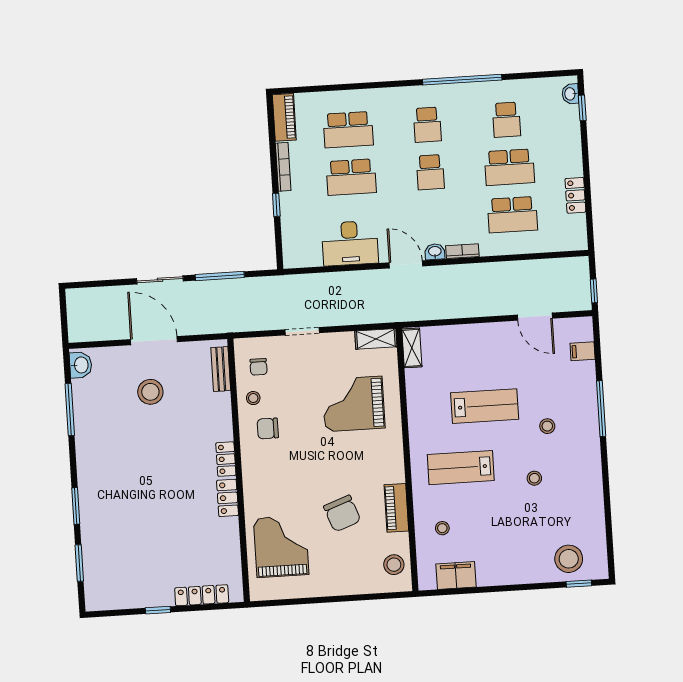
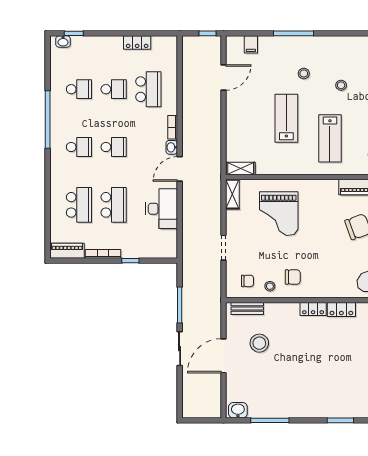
school desk: (509, 167) -> (114, 89), width x0.54
stool: (150, 392) -> (259, 343), moved
chair: (268, 428) -> (293, 277), turned -90

